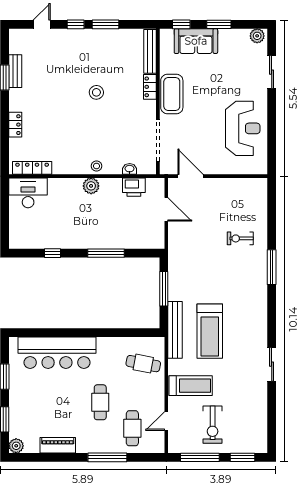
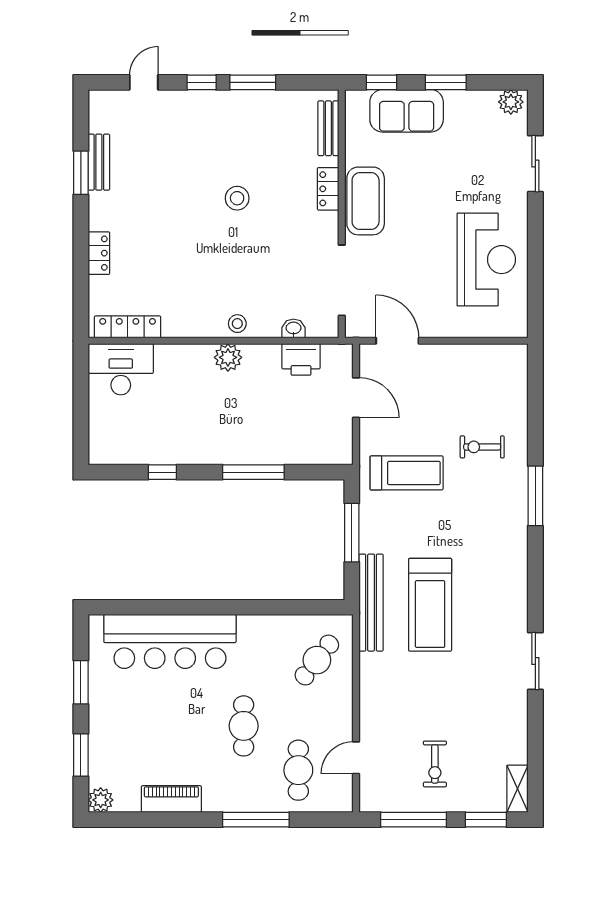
bench: (150, 51) -> (328, 128), width x0.73
cafe table: (143, 364) -> (317, 660), turned -63
treadmill: (191, 386) -> (407, 473), moved
exercise bike: (213, 425) -> (435, 764), width x0.73, depth x0.72
shelving: (261, 439) -> (518, 789), added

